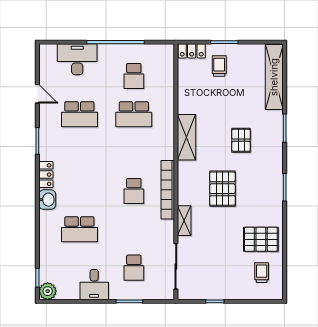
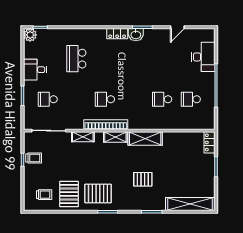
trolley: (219, 66) -> (34, 158), moved
school desk: (79, 114) -> (162, 59), removed
school desk: (134, 114) -> (162, 99), width x0.54
shelving: (184, 177) -> (115, 137), added
pallet: (222, 189) -> (98, 193), moved
washbasin: (47, 200) -> (136, 35), moved

